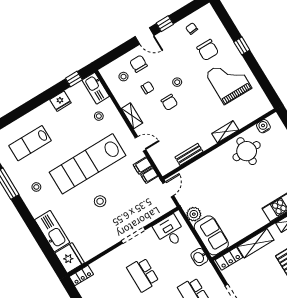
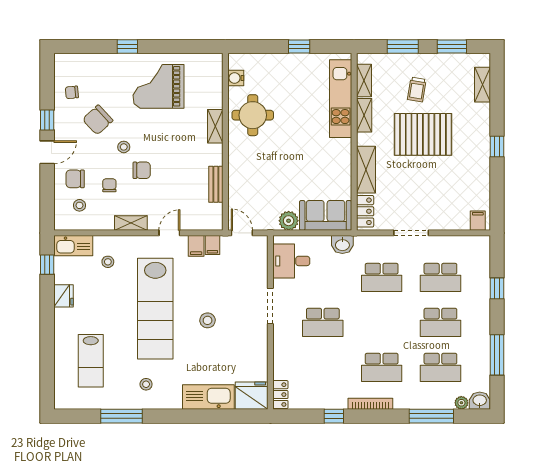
chair: (208, 50) -> (98, 120), moved, turned 137

